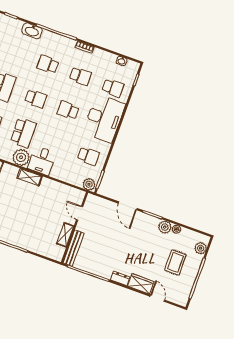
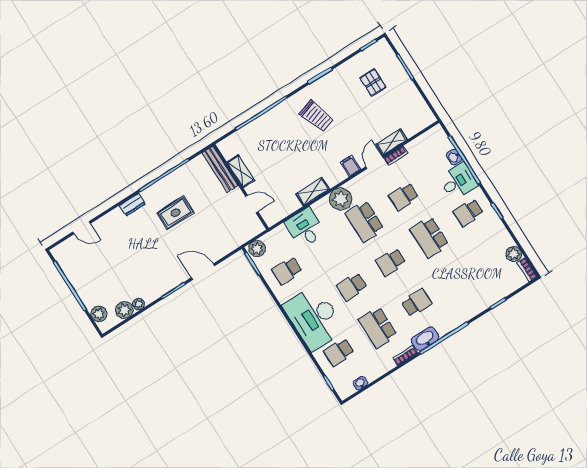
washbasin: (32, 31) -> (425, 339), moved
school desk: (80, 76) -> (378, 327), width x1.85
school desk: (68, 110) -> (352, 287), turned 180
desk: (42, 161) -> (305, 228), moved
door: (80, 213) -> (252, 204), moved
plant: (165, 227) -> (124, 310), moved
wall: (74, 228) -> (241, 187), moved
shelving: (65, 235) -> (241, 171), moved
bench: (74, 248) -> (220, 169), moved
rug: (175, 262) -> (176, 213), moved, turned 90
wardrobe: (141, 284) -> (110, 222), removed

